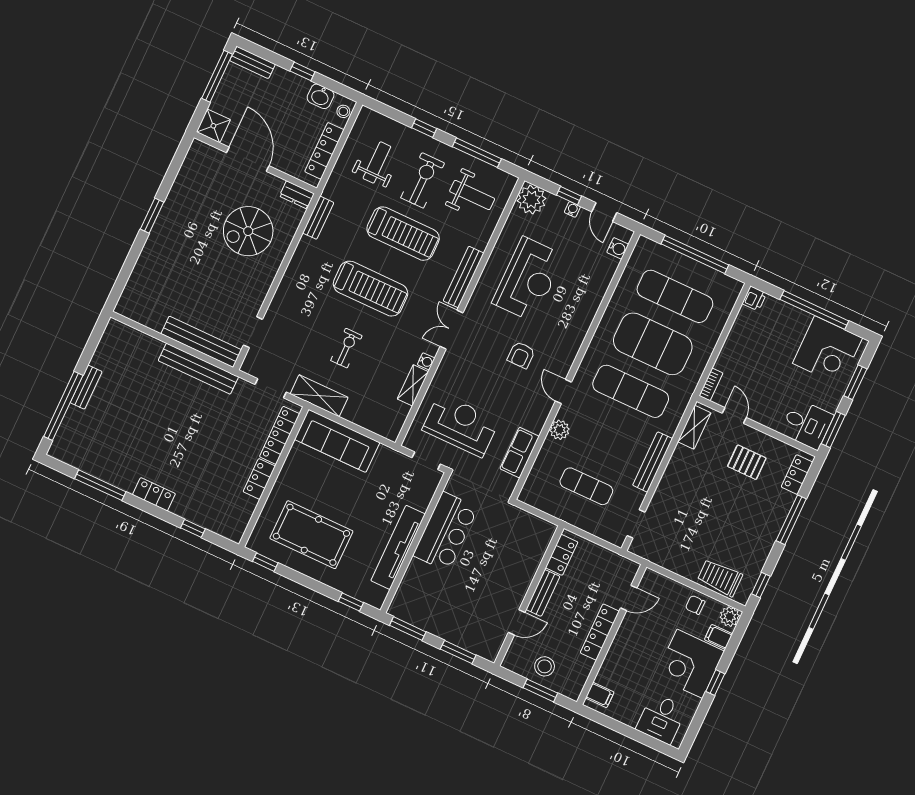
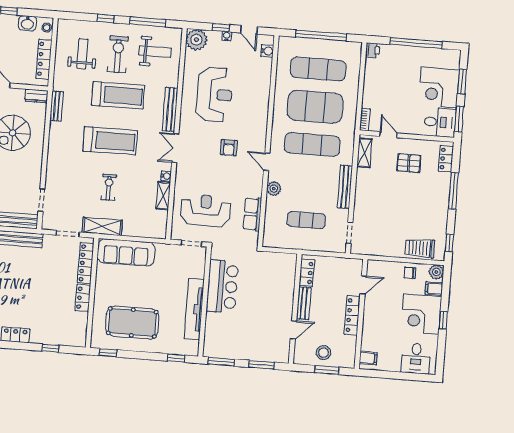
corner desk: (827, 351) -> (439, 87), moved, turned 90

